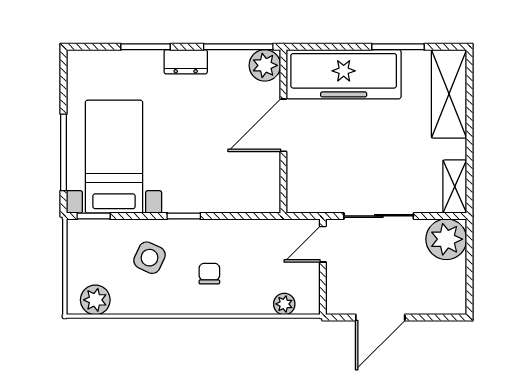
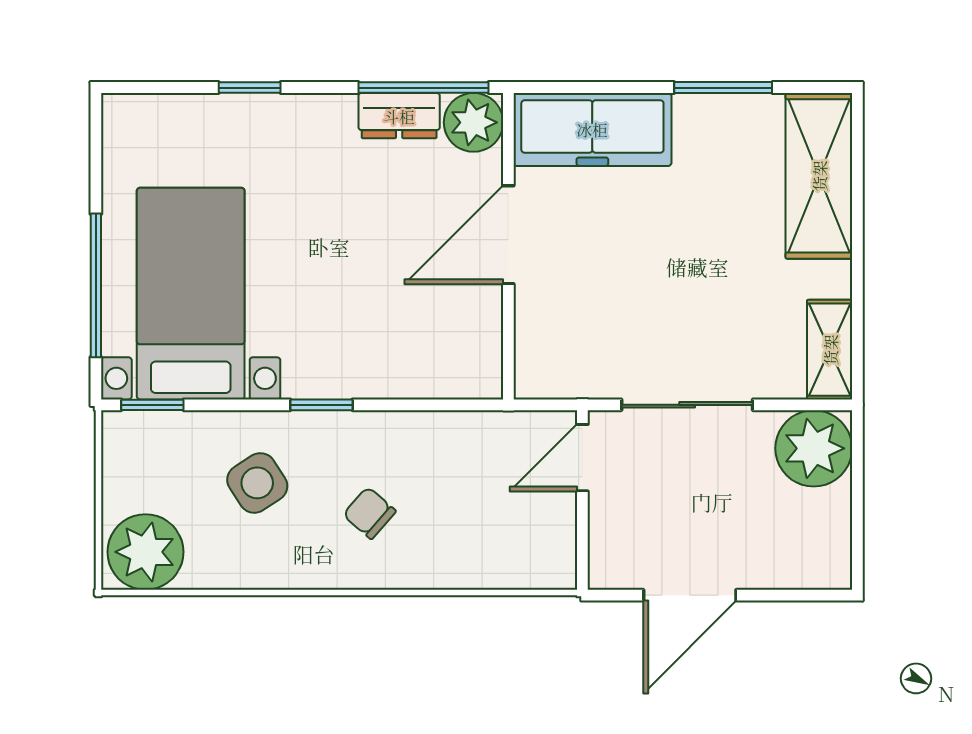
window: (145, 47) -> (250, 88), width x0.67
dresser: (186, 62) -> (399, 116), moved
freezer: (344, 74) -> (592, 129), width x0.73, depth x0.79
side table: (149, 258) -> (257, 483), turned 32
chair: (209, 274) -> (369, 513), turned -49
plant: (95, 300) -> (145, 552), width x1.36, depth x1.36
plant: (284, 304) -> (510, 570), removed

